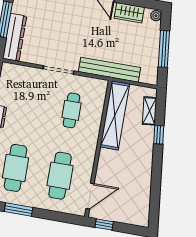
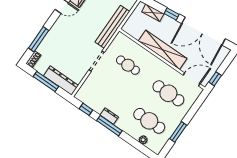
shelving: (115, 115) -> (163, 50), moved
double door: (156, 183) -> (204, 31), added
door: (90, 196) -> (192, 79), hinge flipped

